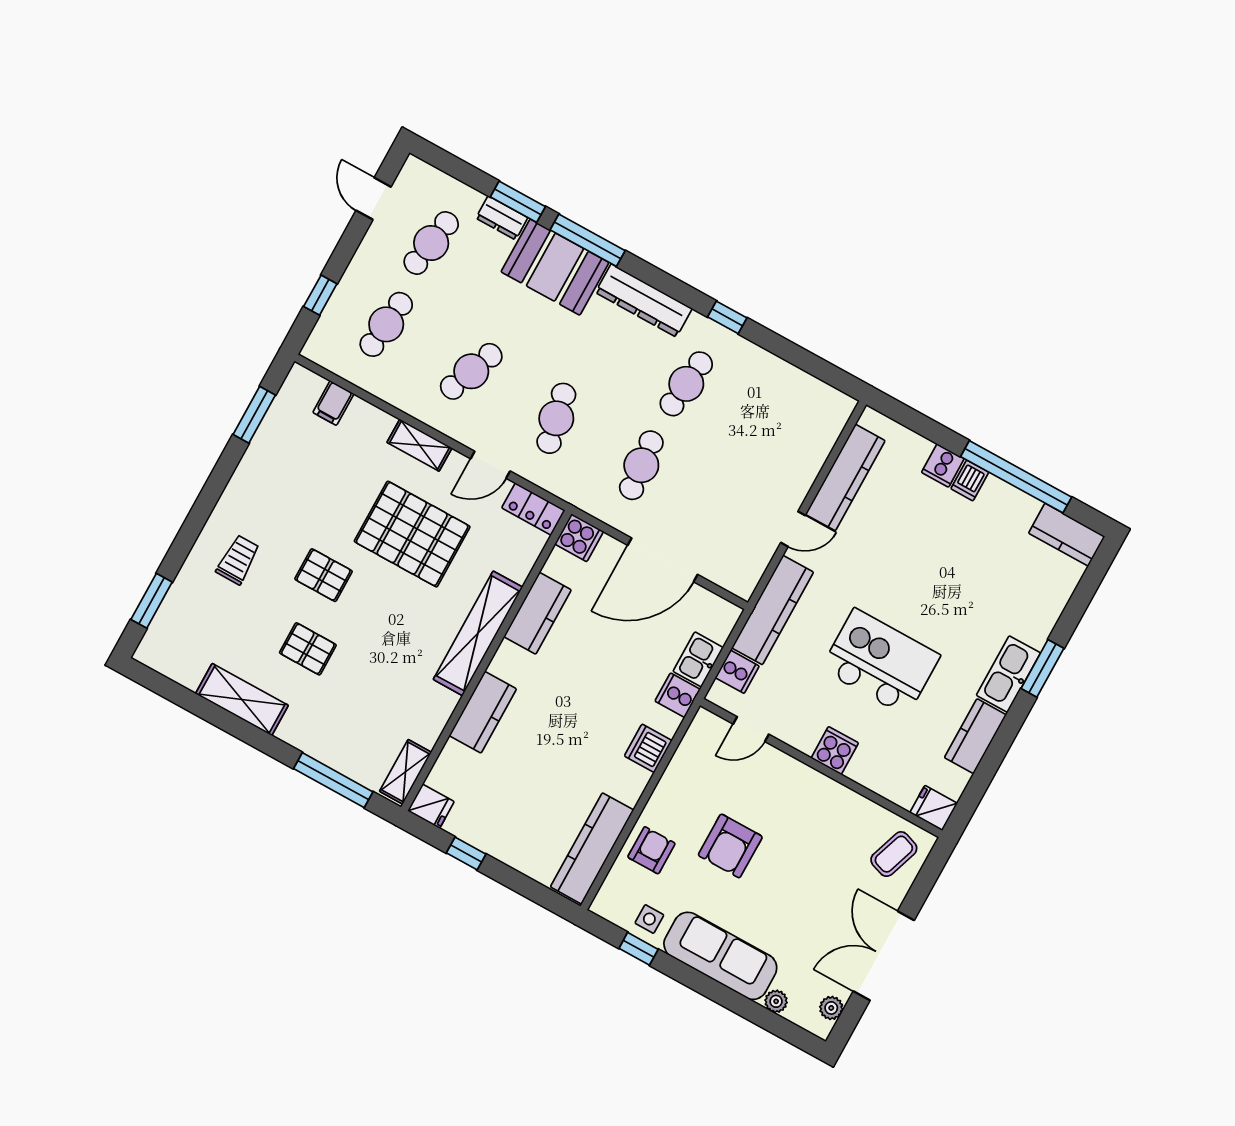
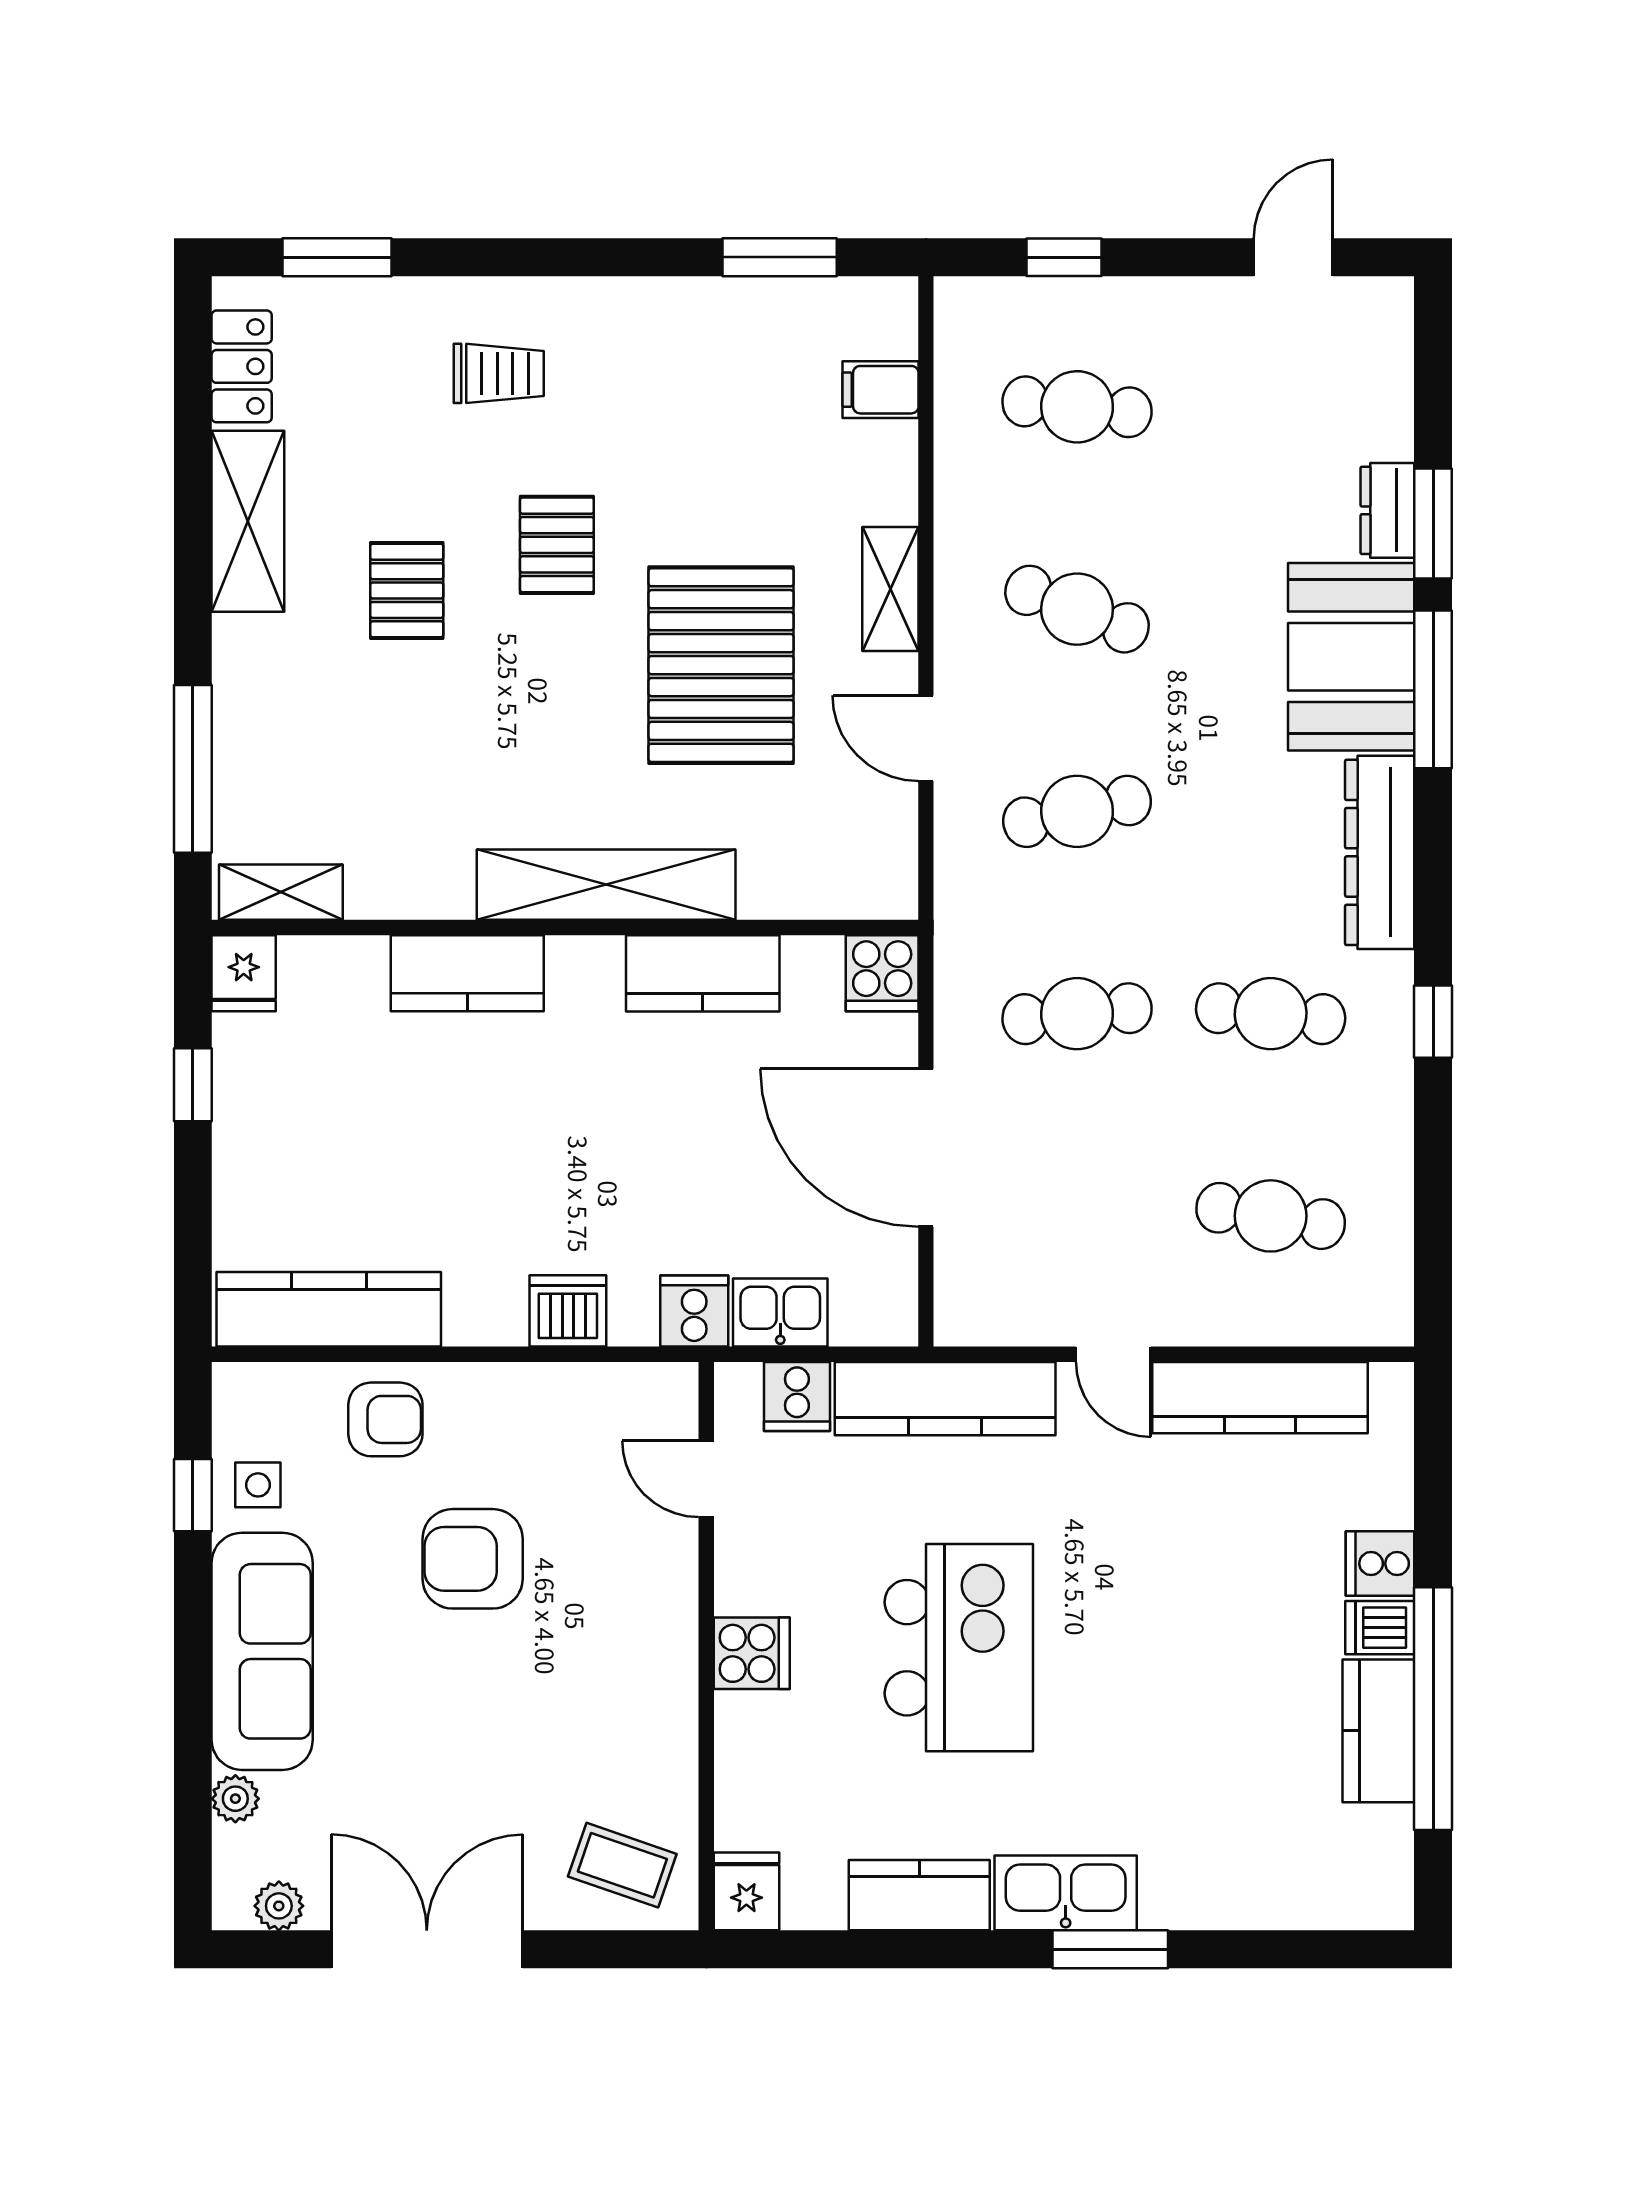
cafe table: (431, 243) -> (1271, 1216), moved
locker: (533, 509) -> (242, 366), moved, turned 180
kitchen counter: (1067, 535) -> (1378, 1731), moved

